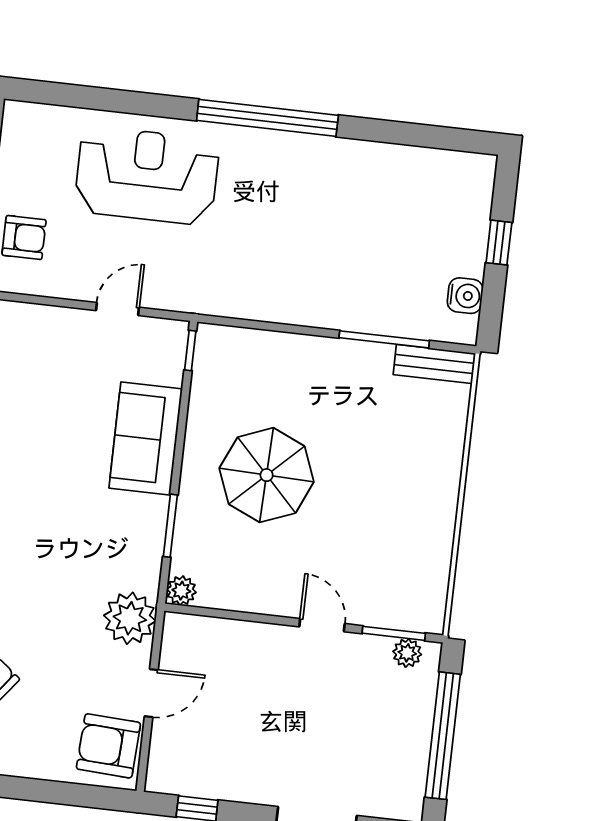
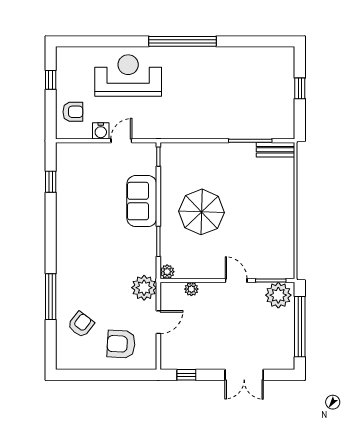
water cooler: (465, 296) -> (101, 131), moved, turned 90
plant: (227, 632) -> (191, 289), added
plant: (407, 653) -> (278, 295), width x1.88, depth x1.88
armchair: (108, 746) -> (121, 344), moved

